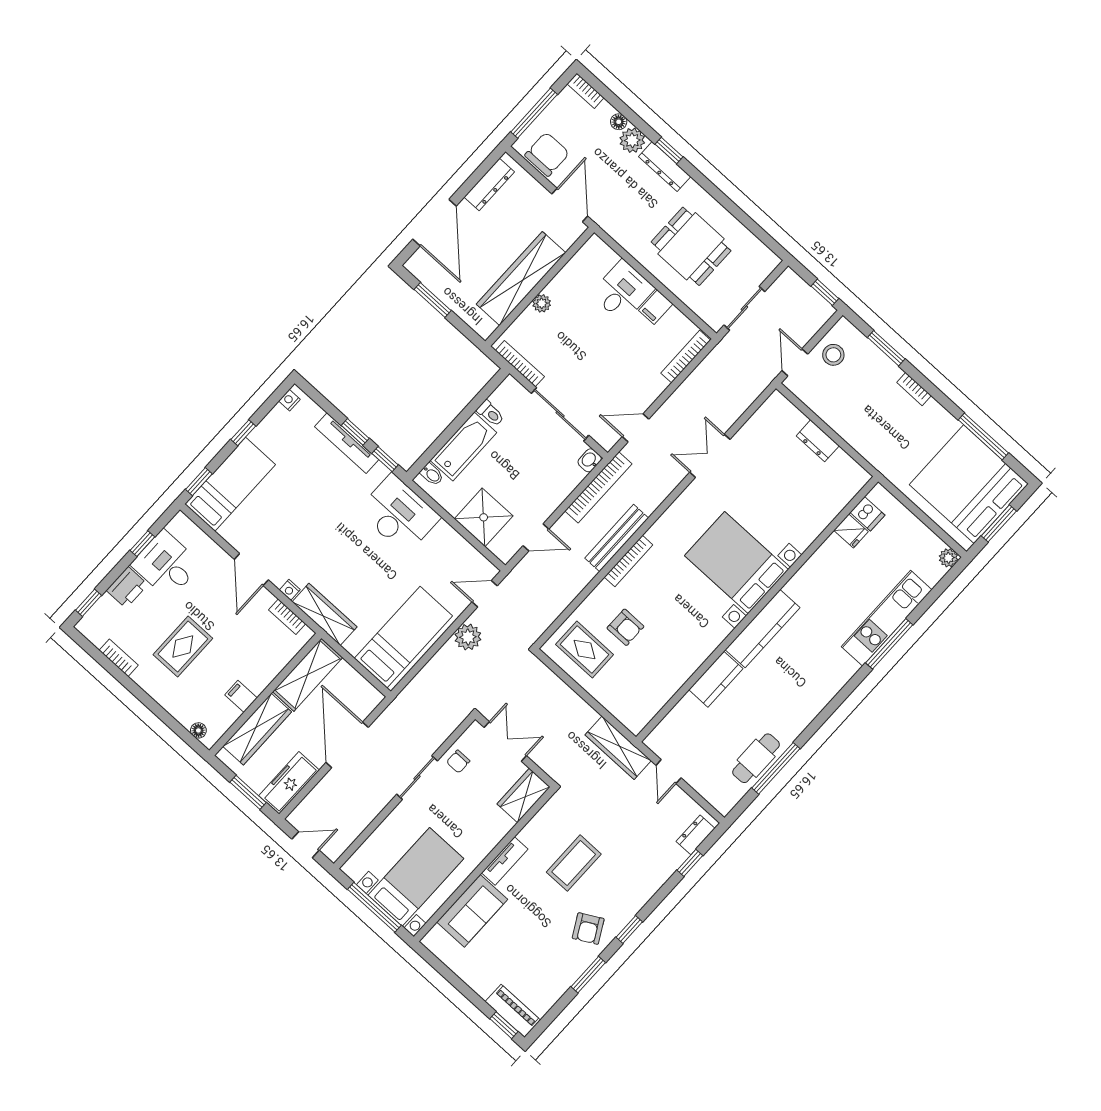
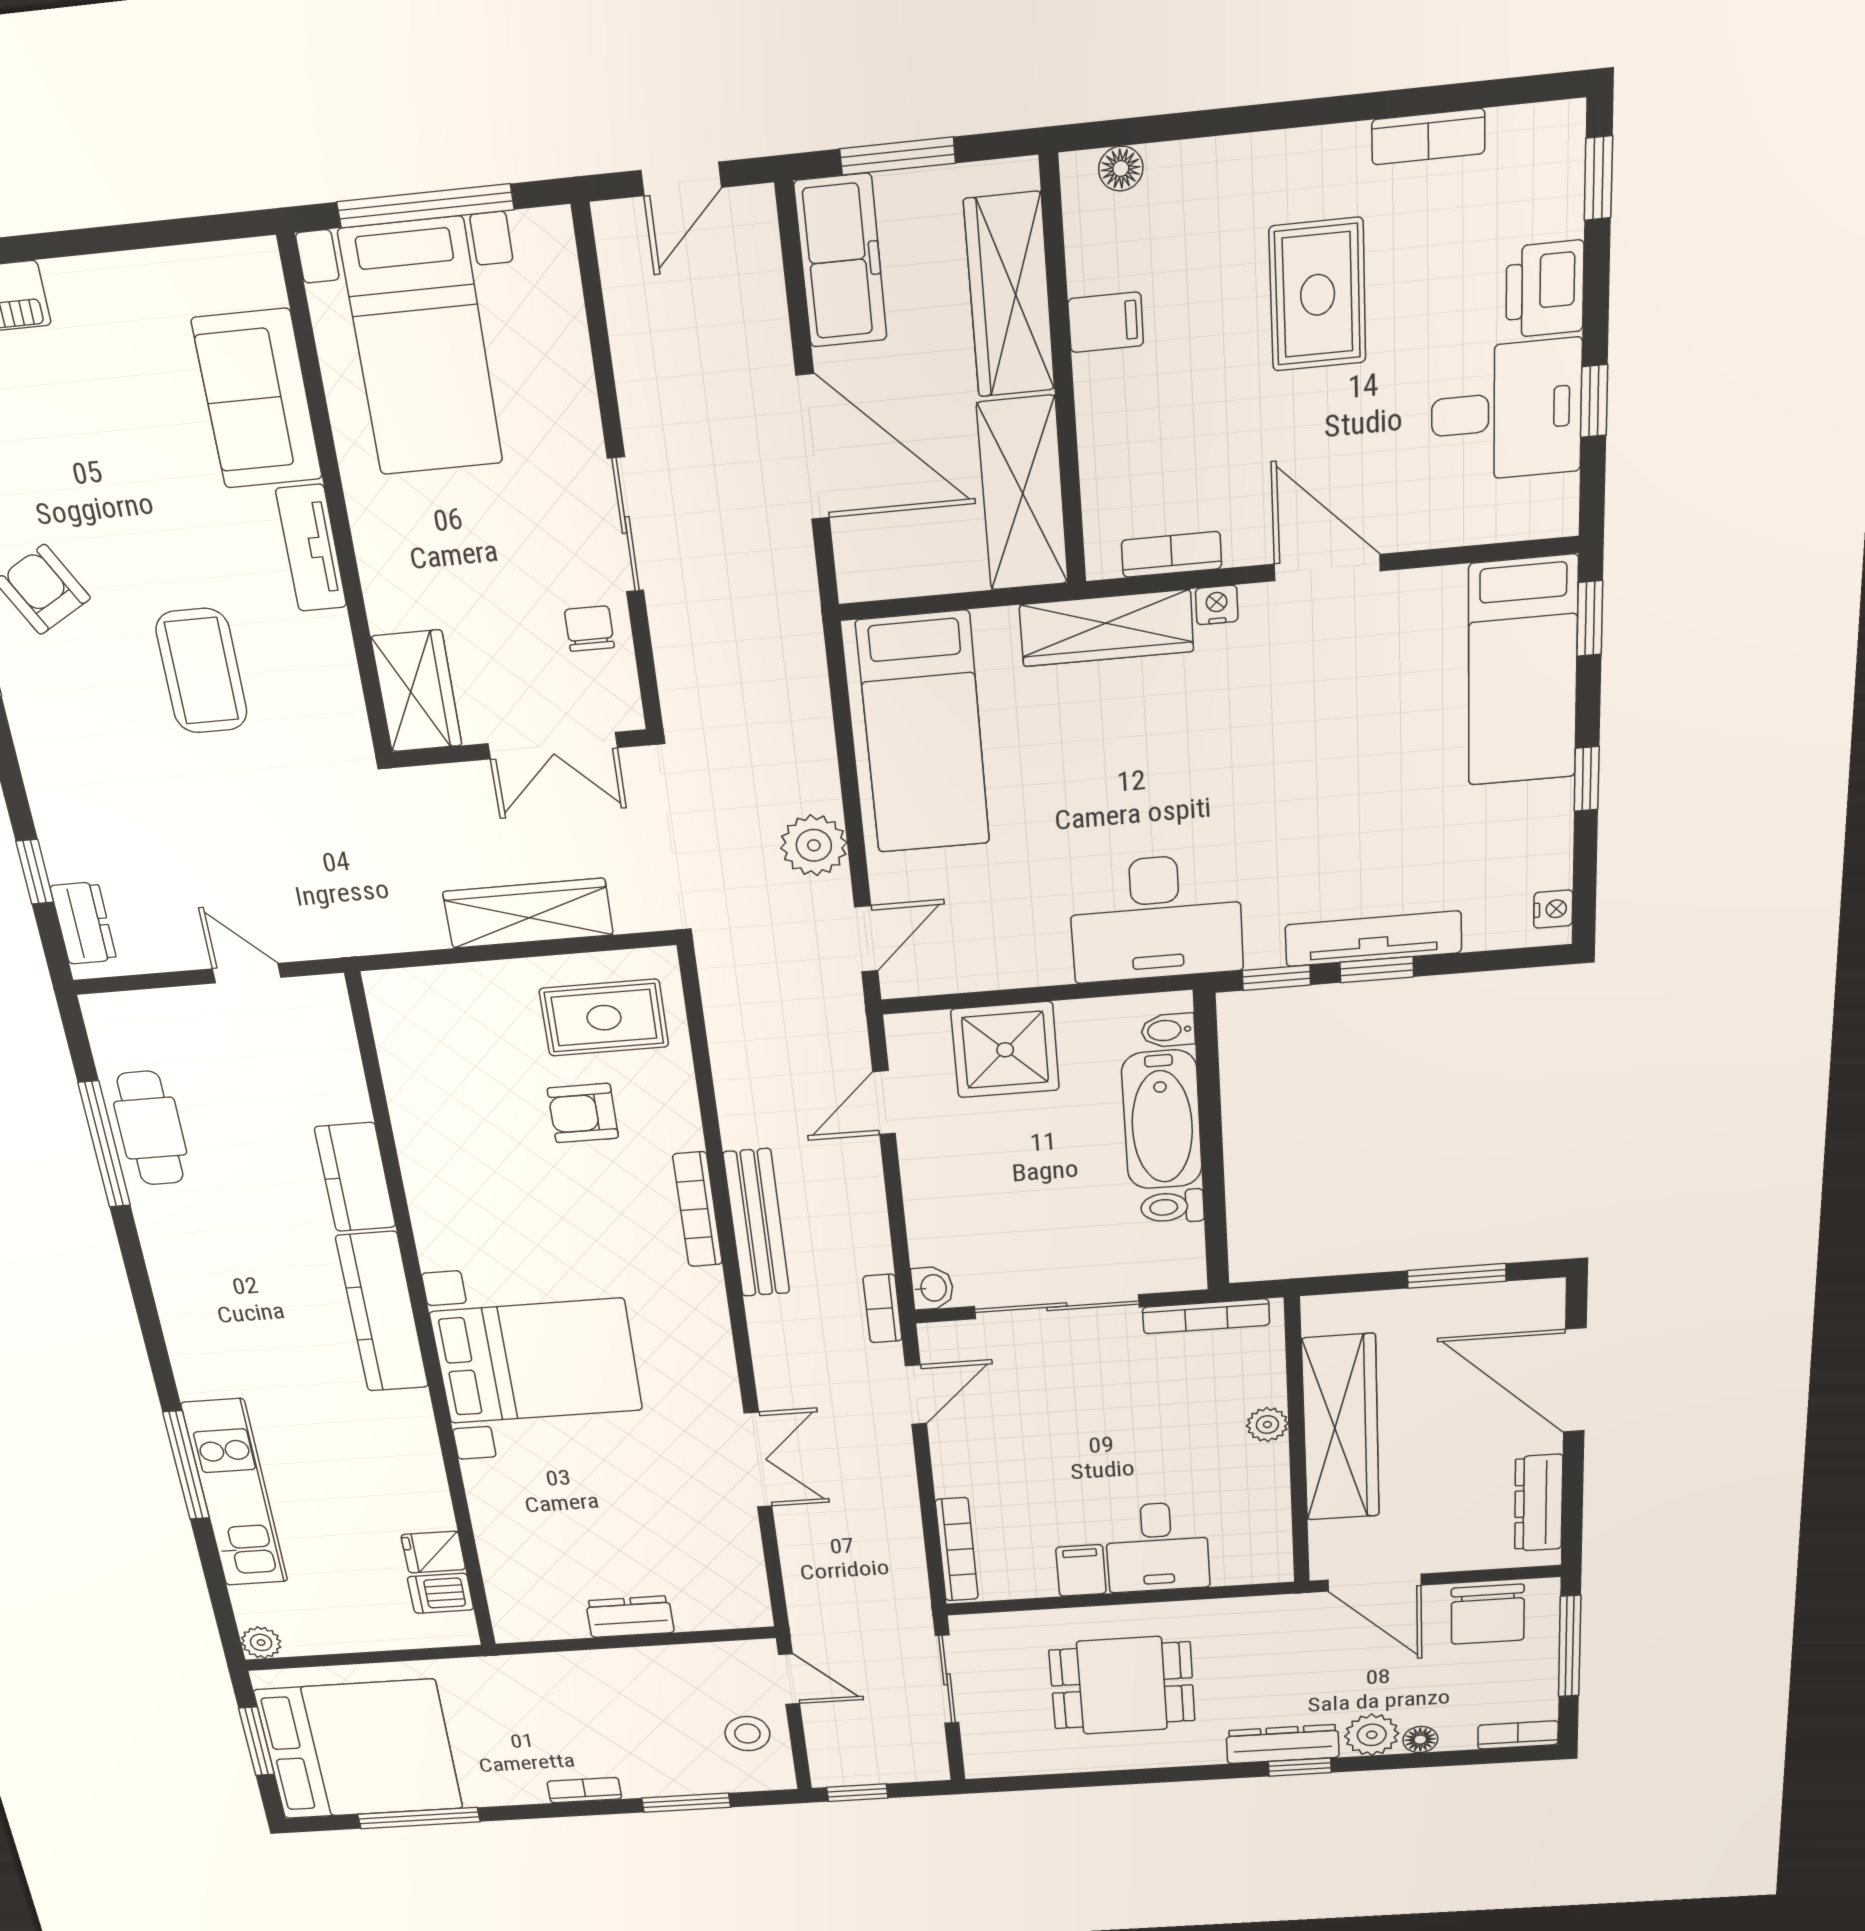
bookcase: (598, 487) -> (883, 1309), width x0.43, depth x0.76
wardrobe: (618, 748) -> (528, 913), moved

